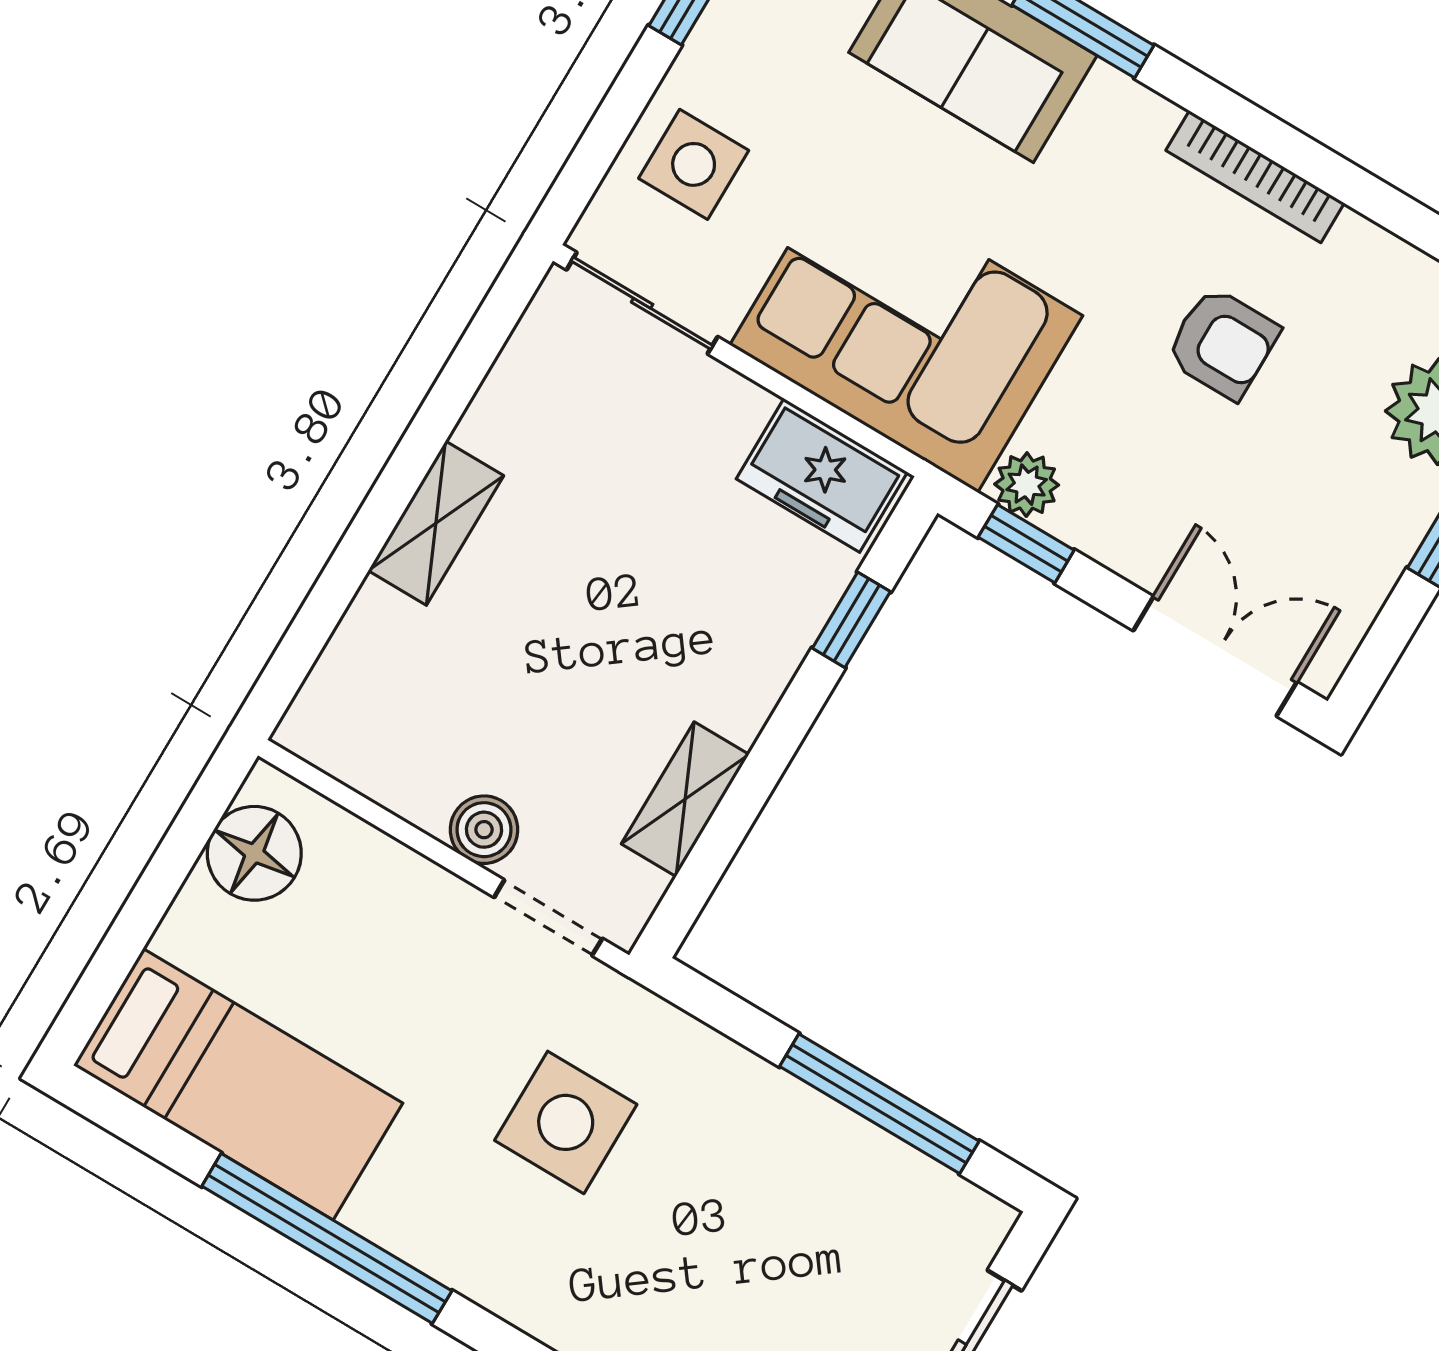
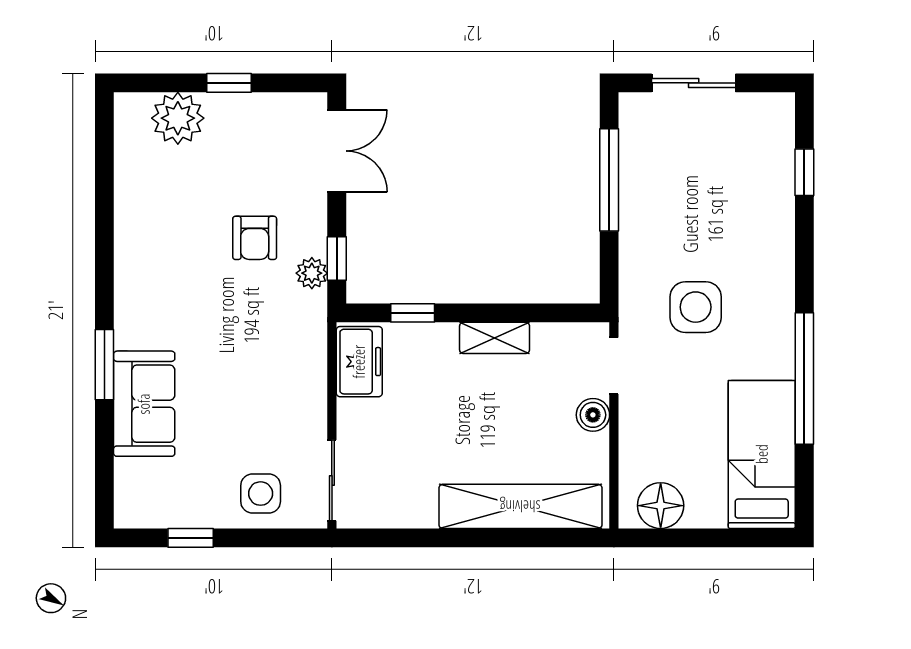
bookcase: (1255, 177) -> (125, 254), removed
corner sofa: (906, 330) -> (277, 362), removed
armchair: (1222, 343) -> (255, 238), moved, turned 180
shelving: (436, 523) -> (520, 506), width x2.20, depth x1.33
double door: (1215, 656) -> (337, 151), swing flipped
shelving: (685, 799) -> (495, 338), moved

